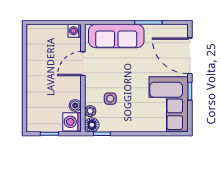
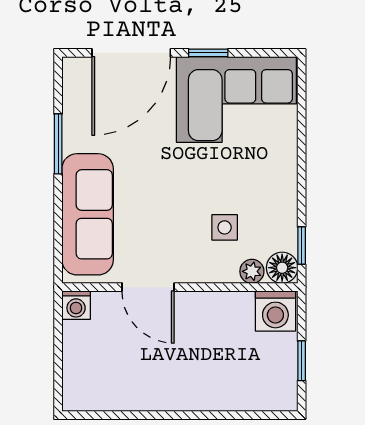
boiler: (75, 105) -> (240, 304), removed

